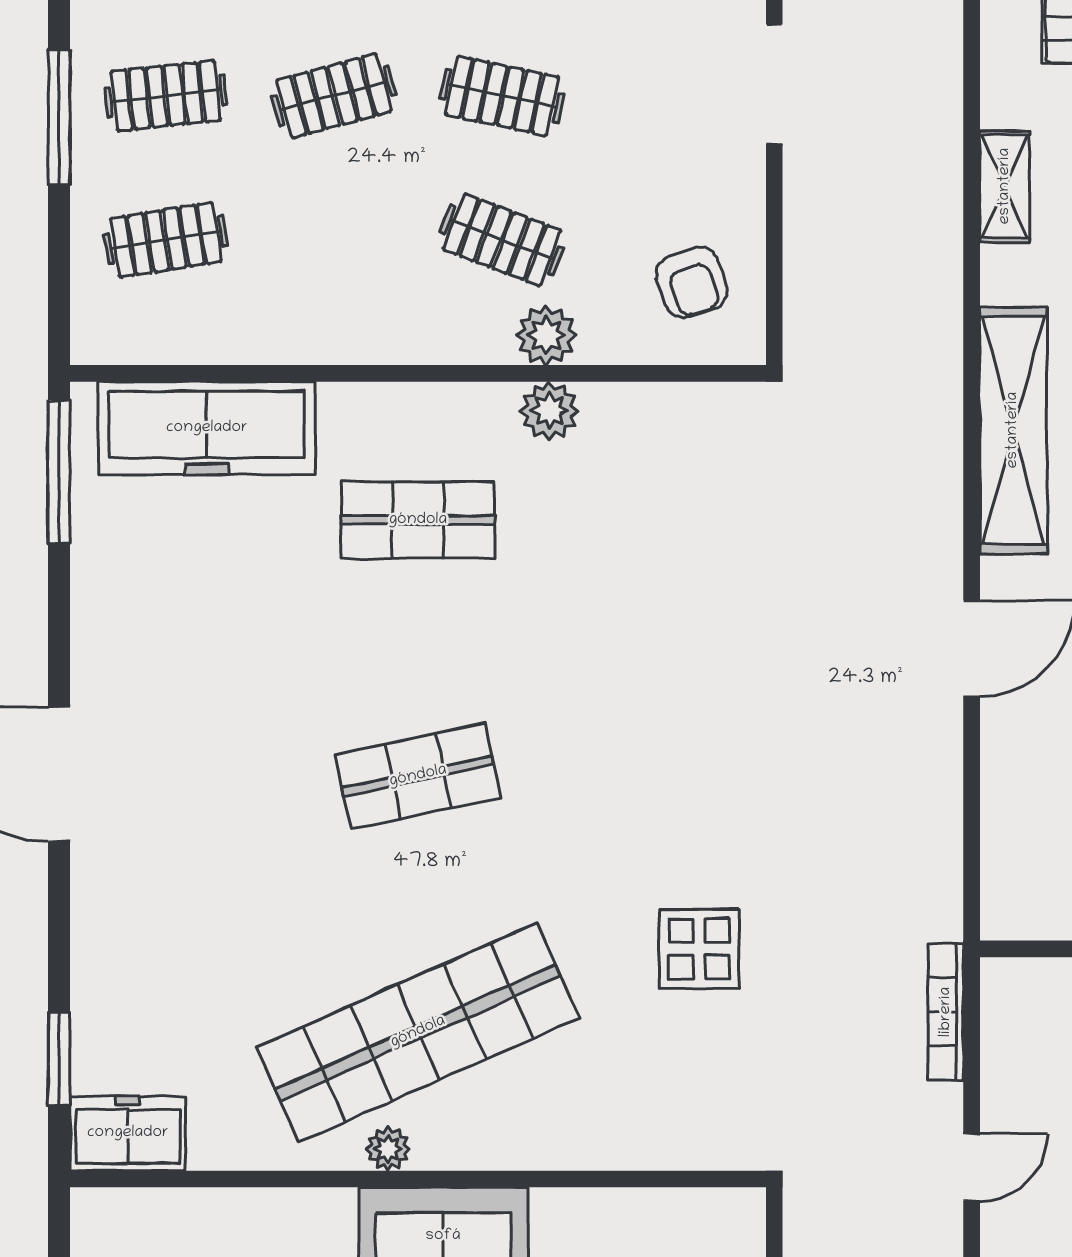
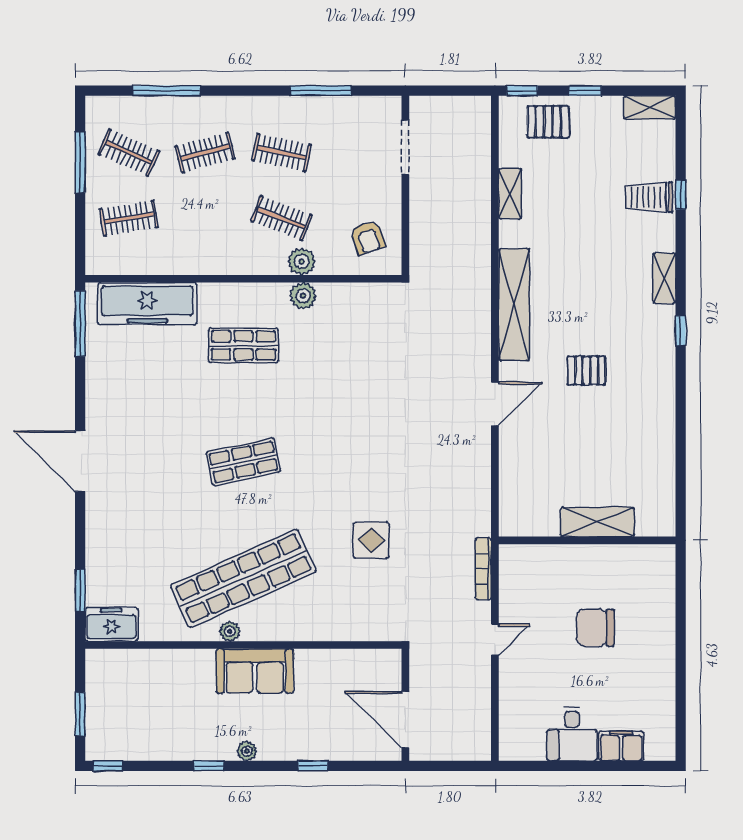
clothes rail: (166, 96) -> (129, 153), turned 30

